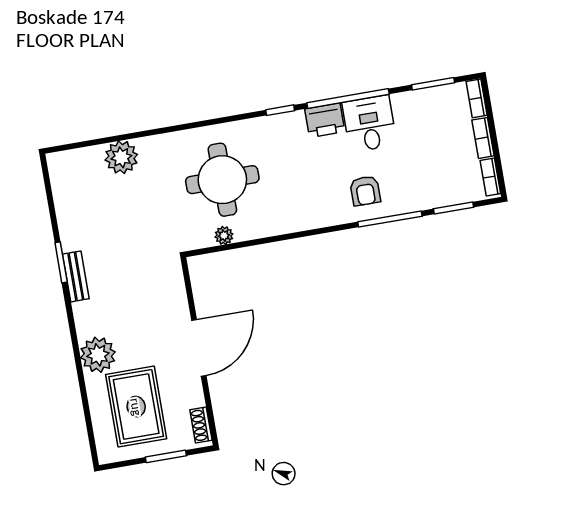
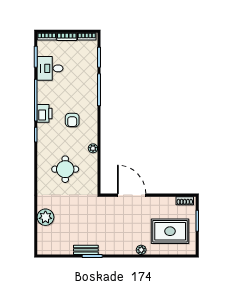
desk: (369, 124) -> (50, 68), moved
round table: (222, 180) -> (65, 169), width x0.73, depth x0.73
armchair: (365, 191) -> (72, 120), moved, turned 90
plant: (224, 236) -> (93, 148), moved
bench: (76, 276) -> (86, 250), moved
door: (199, 348) -> (132, 195), moved
plant: (98, 355) -> (141, 250), width x0.53, depth x0.53

